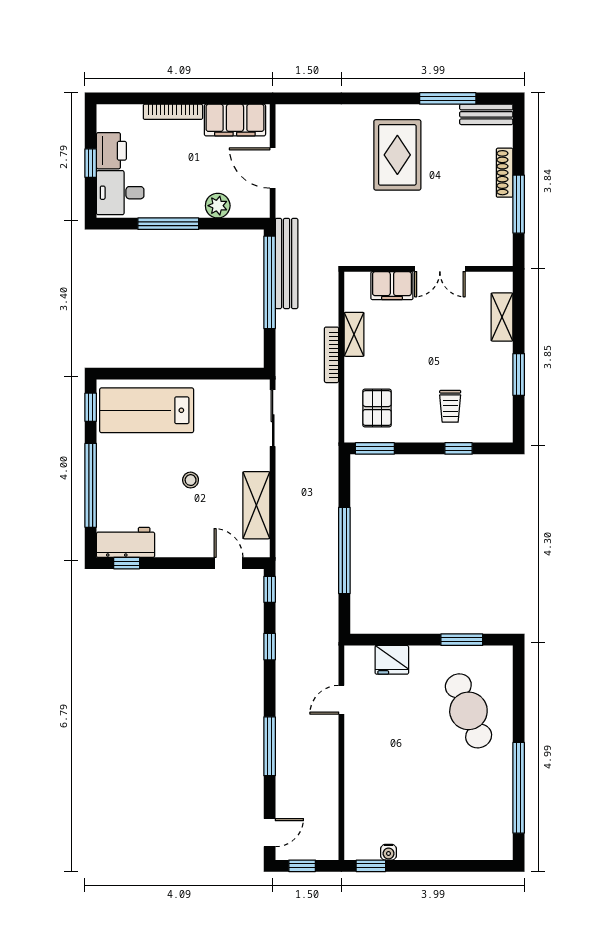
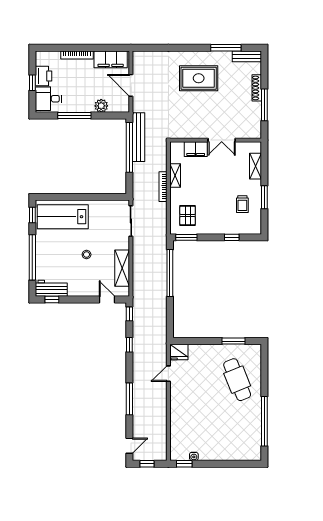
rug: (397, 155) -> (199, 78), turned 90
trolley: (450, 406) -> (242, 204), moved
window: (344, 550) -> (170, 273), moved
fridge: (392, 660) -> (179, 352), moved

